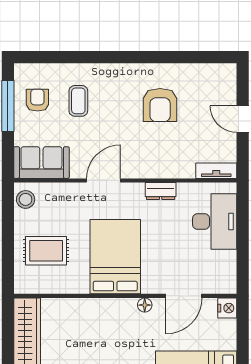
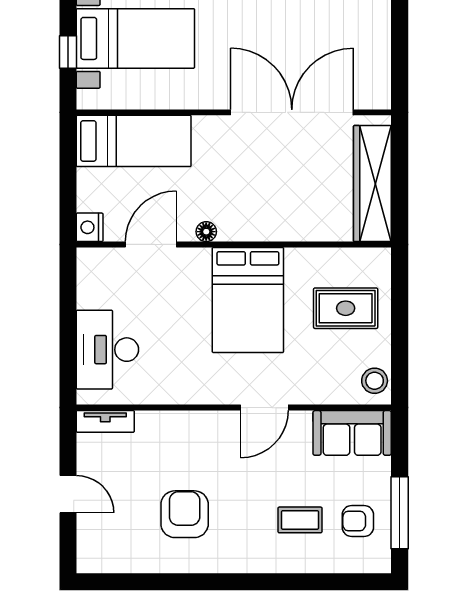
armchair: (37, 100) -> (358, 521), turned 90
coffee table: (78, 101) -> (300, 520), turned 90
dresser: (161, 191) -> (184, 393), removed

